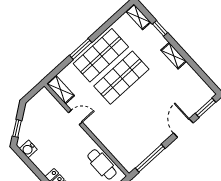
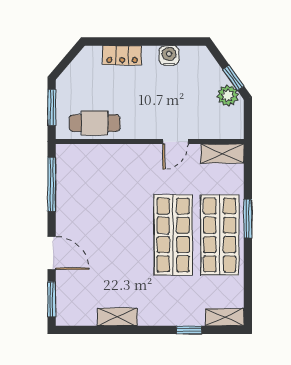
shelving: (174, 56) -> (117, 317), moved
plant: (30, 113) -> (228, 96), added
window: (17, 128) -> (233, 78), moved
water cooler: (28, 149) -> (169, 55), moved

